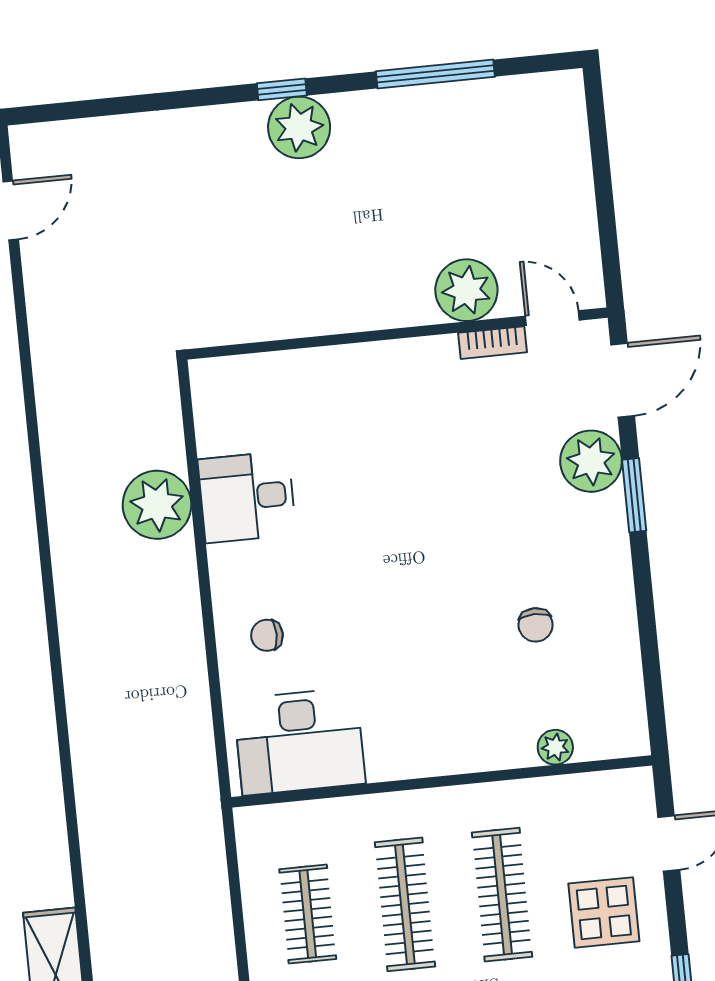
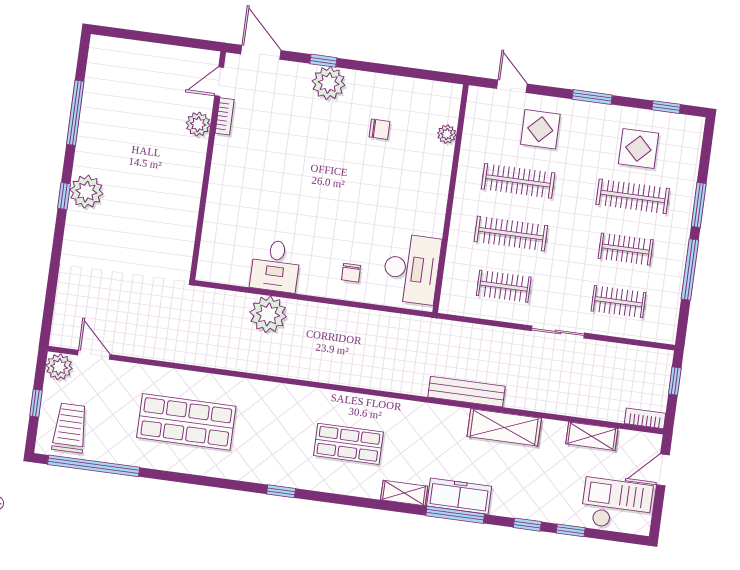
plant: (466, 290) -> (198, 124), width x0.73, depth x0.73
plant: (591, 461) -> (329, 83), moved
window: (634, 495) -> (323, 61), width x0.67
bench: (103, 892) -> (466, 392), added

